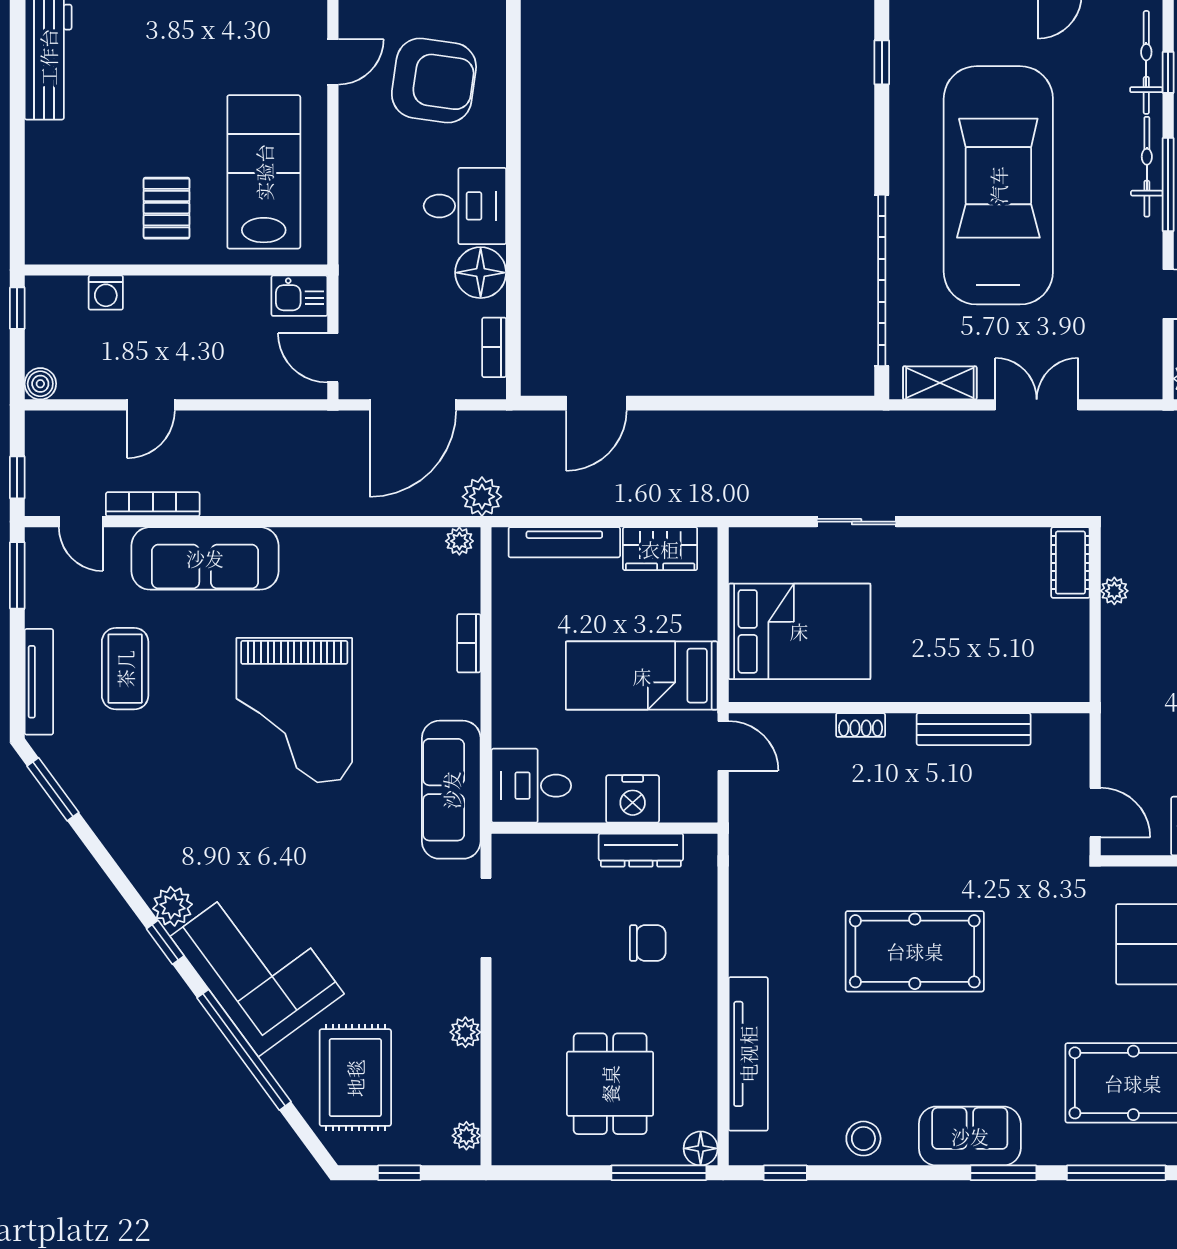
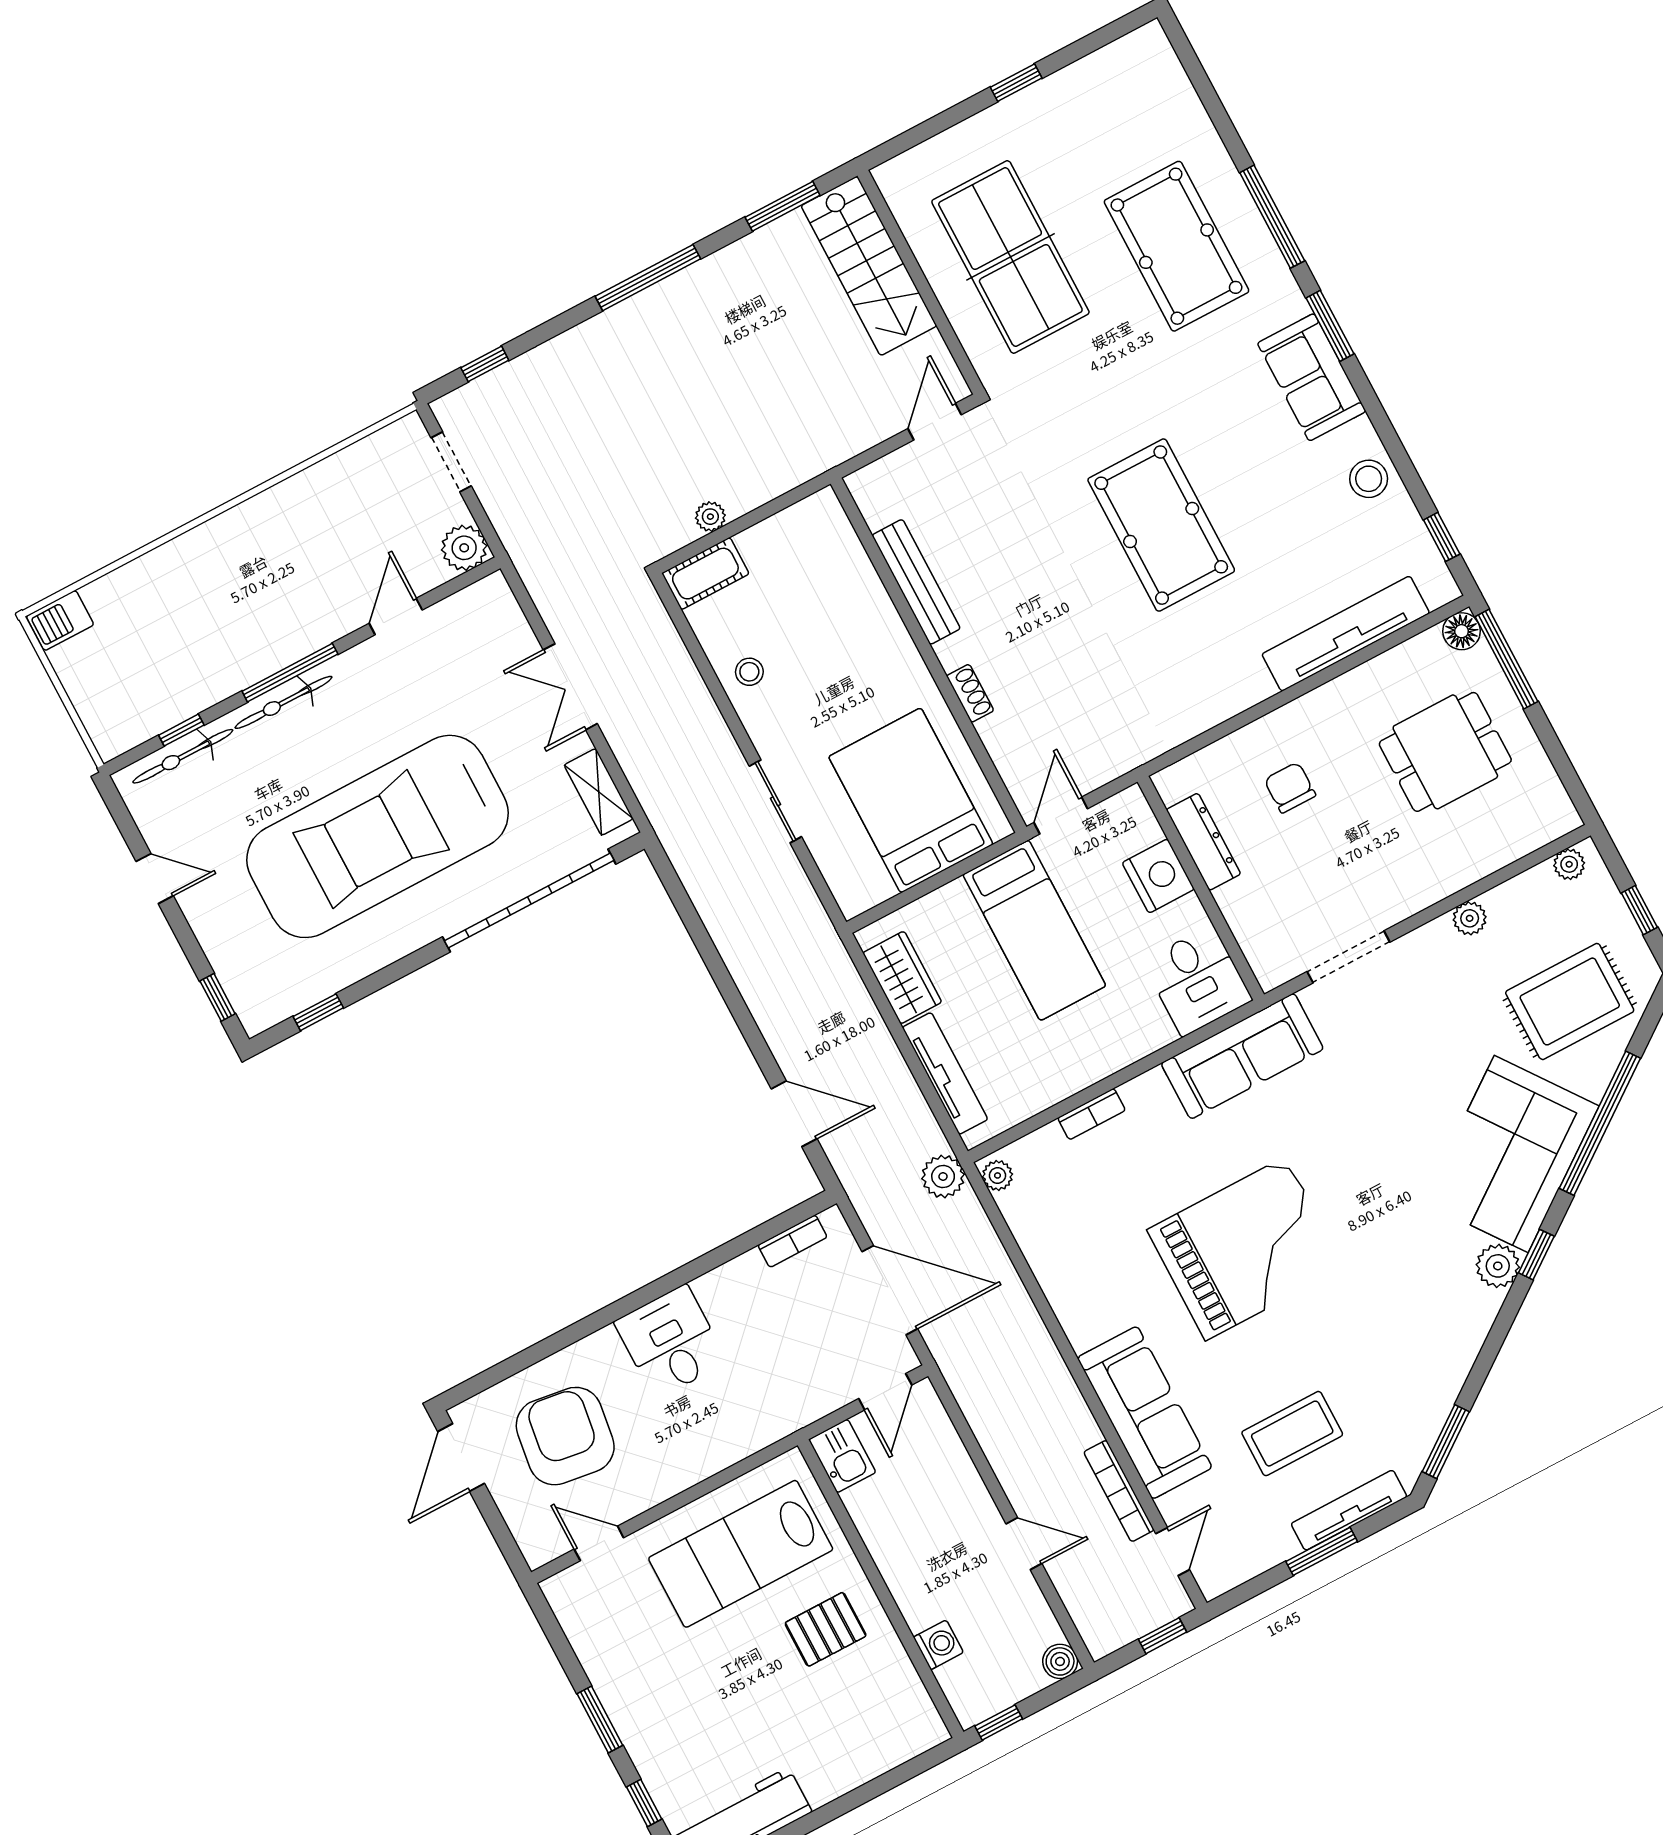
floor lamp: (481, 273) -> (727, 1293), removed
stool: (972, 556) -> (749, 672), added
window: (17, 575) -> (1322, 1551), moved

